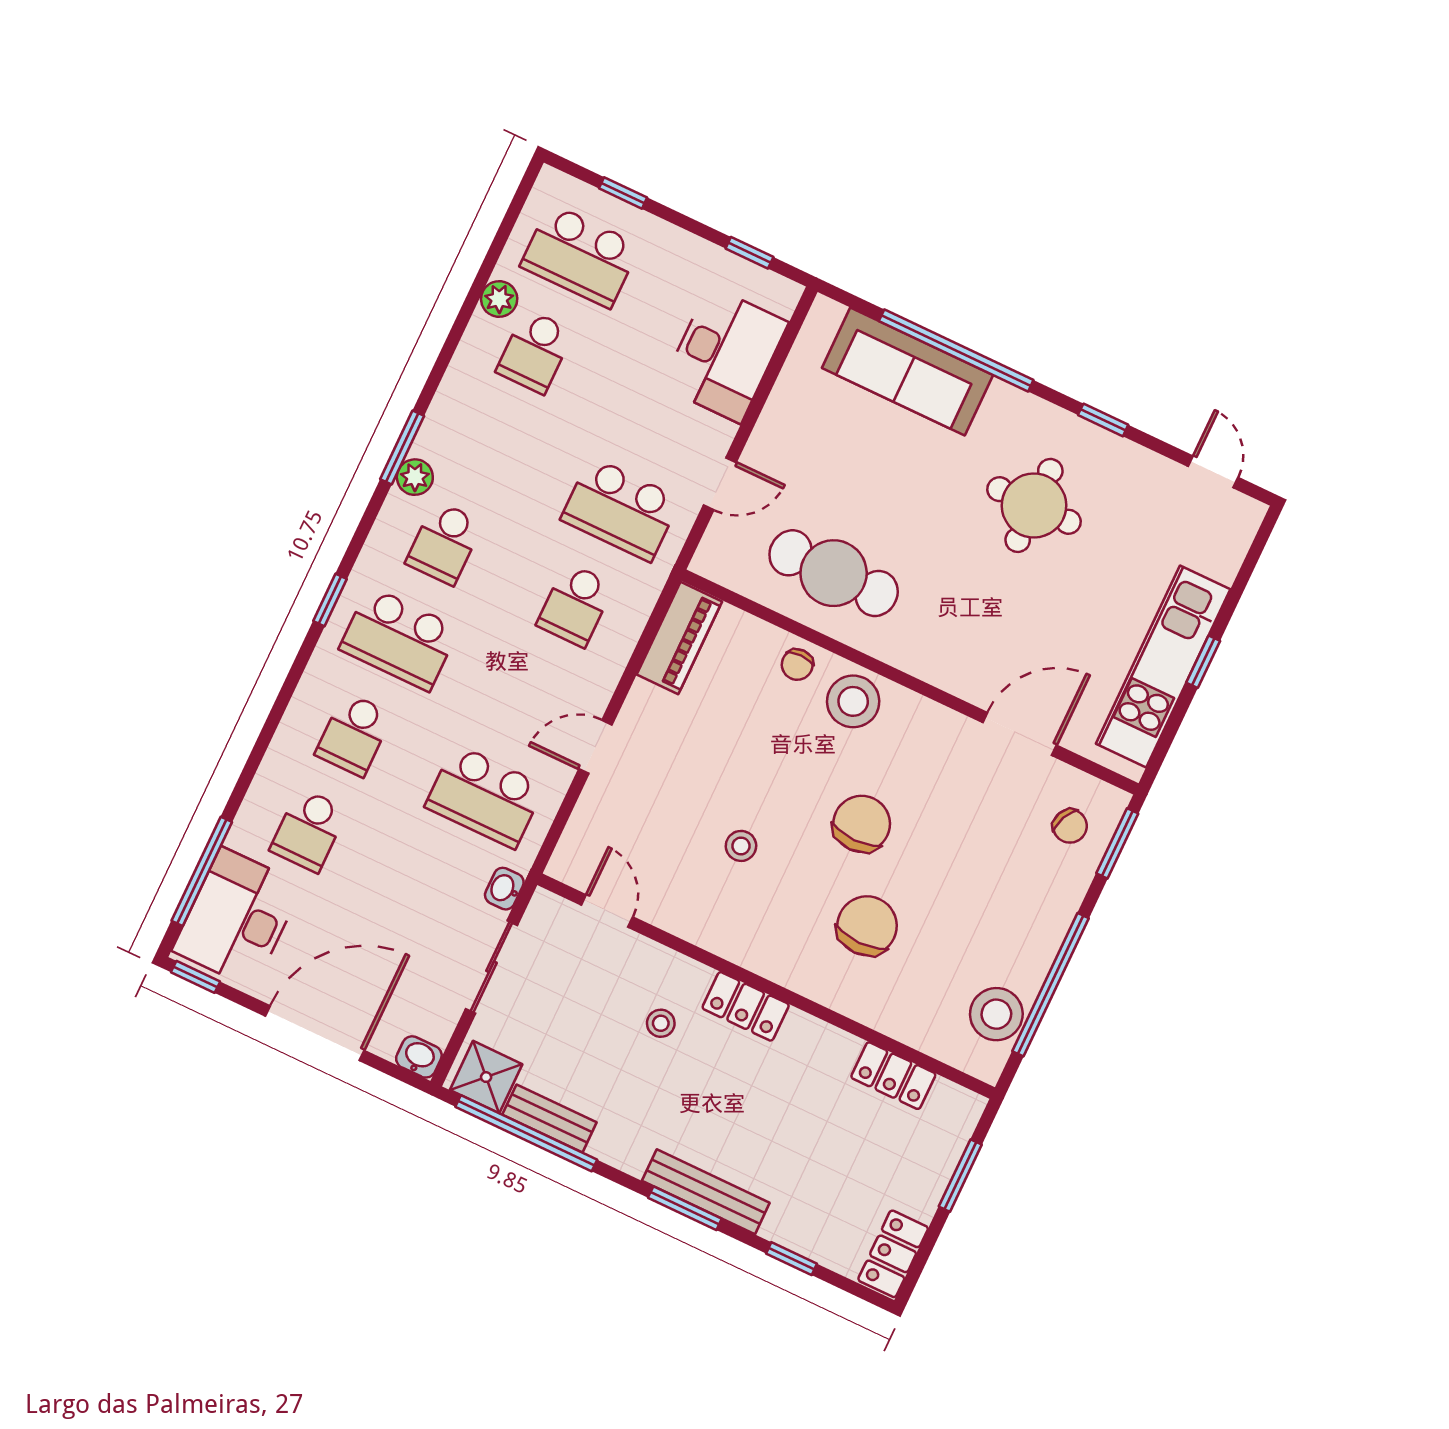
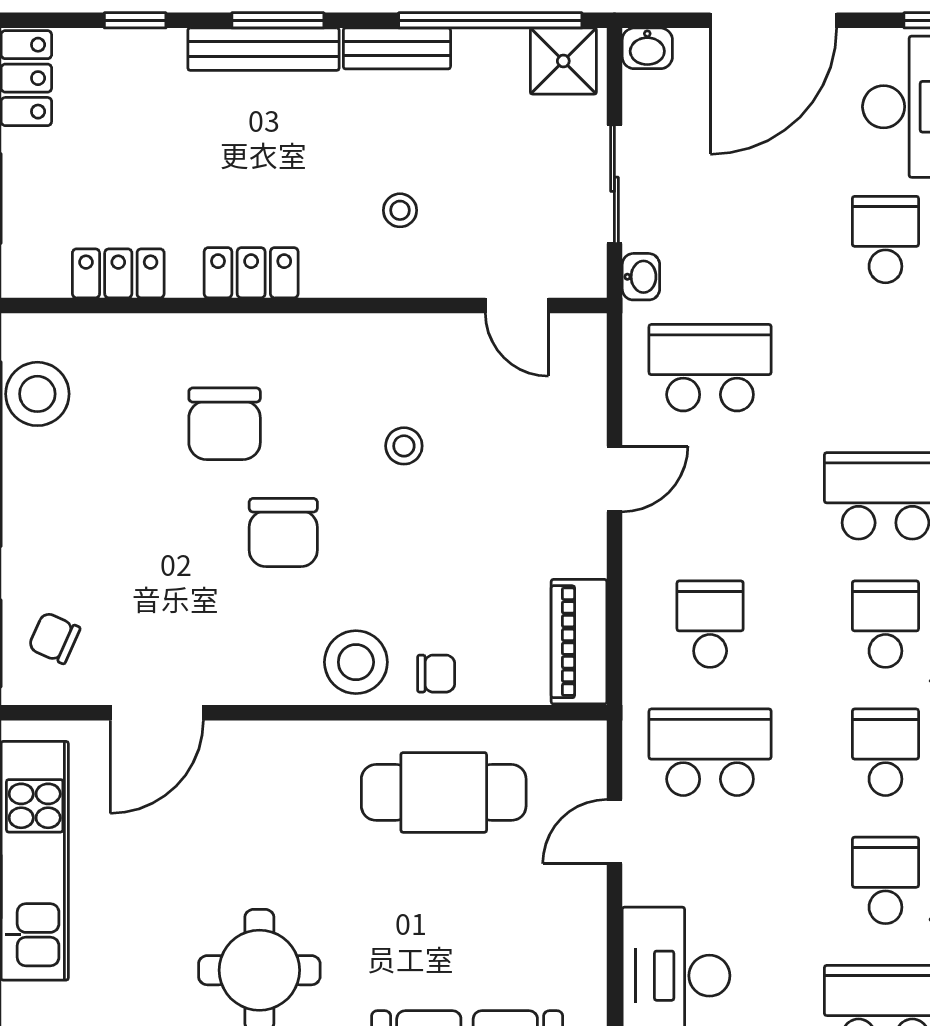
chair: (797, 665) -> (436, 674), turned 90
school desk: (354, 734) -> (885, 752), moved
locker: (746, 1006) -> (251, 273), moved
bench: (549, 1118) -> (397, 48), moved

